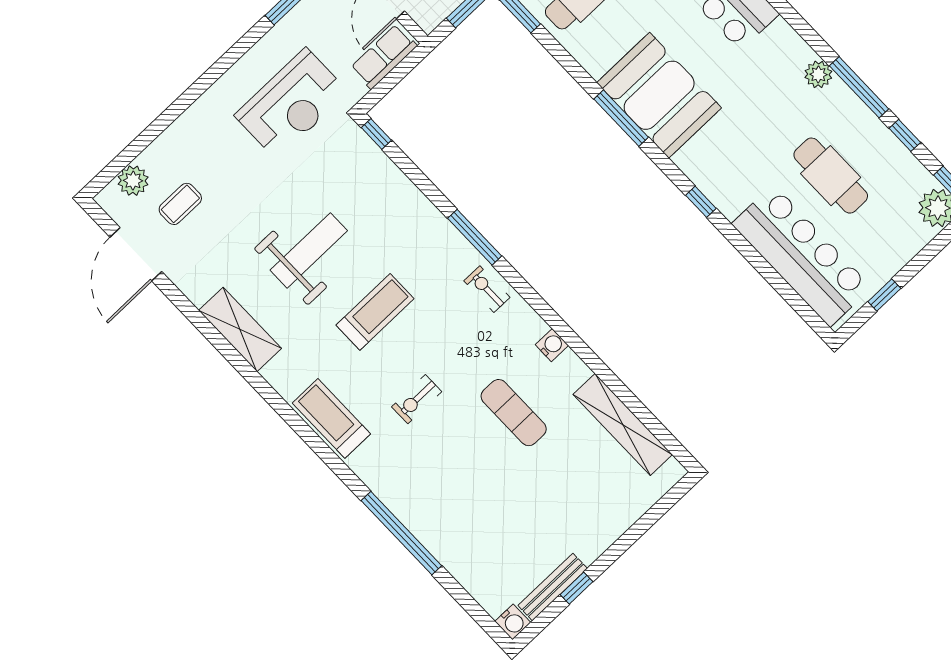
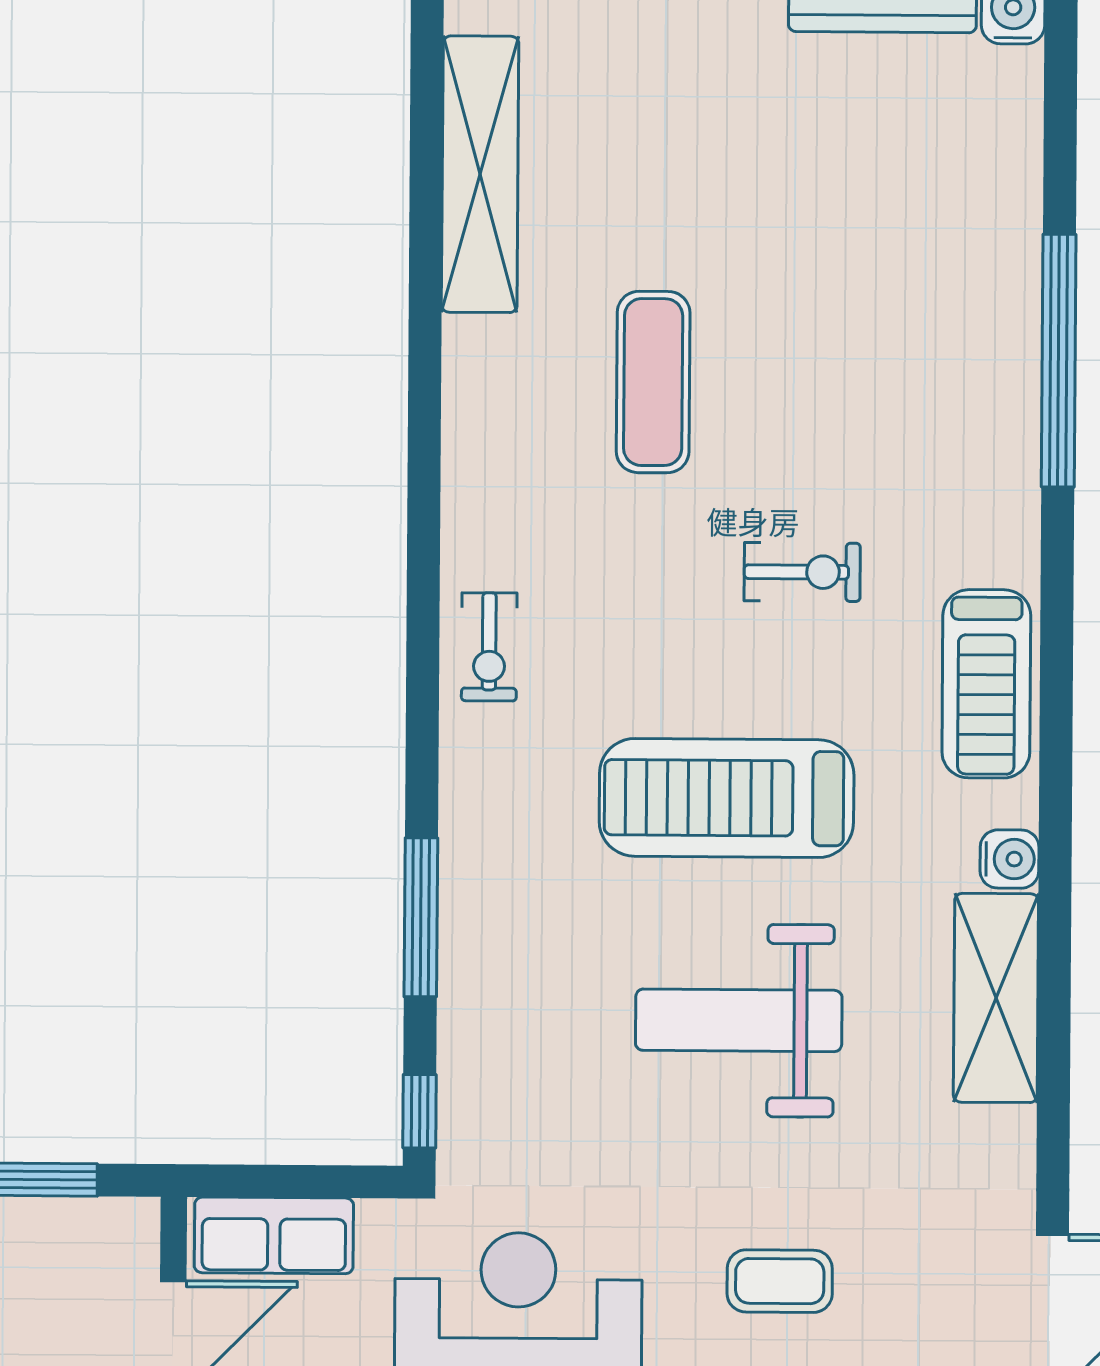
coffee table: (180, 204) -> (780, 1281), moved
window: (475, 237) -> (421, 917), moved
treadmill: (375, 312) -> (727, 798), width x1.37, depth x1.38
water cooler: (552, 345) -> (1010, 859), moved, turned 180

